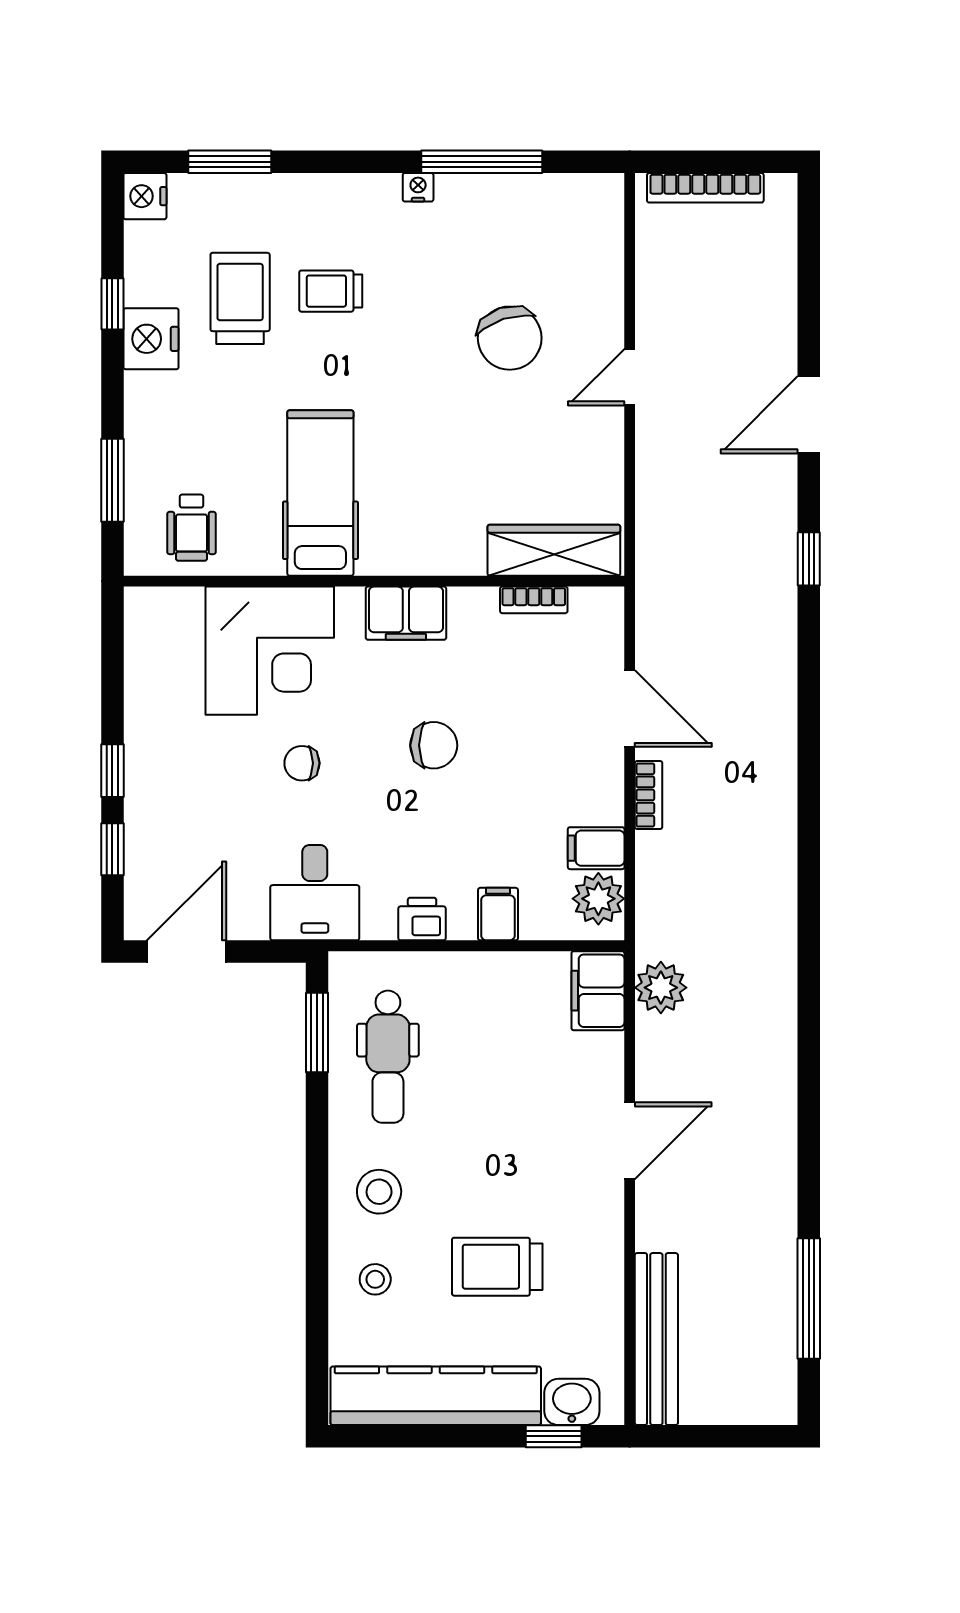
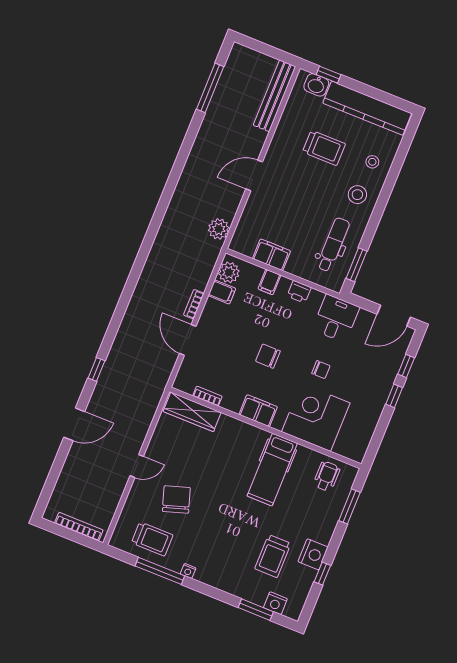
nightstand: (145, 196) -> (275, 603), moved, turned 90
trolley: (331, 291) -> (152, 539), moved, width x1.36, depth x1.39
filing cabinet: (598, 991) -> (271, 255), moved, turned -90

